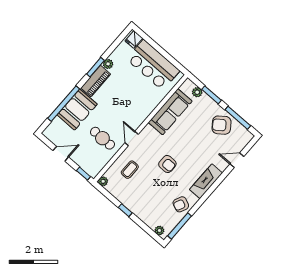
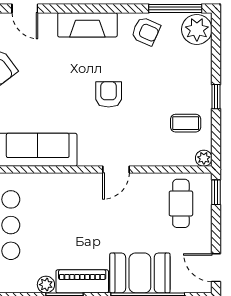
cafe table: (102, 138) -> (181, 203), moved
door: (61, 154) -> (216, 268), moved
coffee table: (130, 170) -> (186, 123), moved
plant: (159, 231) -> (197, 29), width x1.87, depth x1.87

